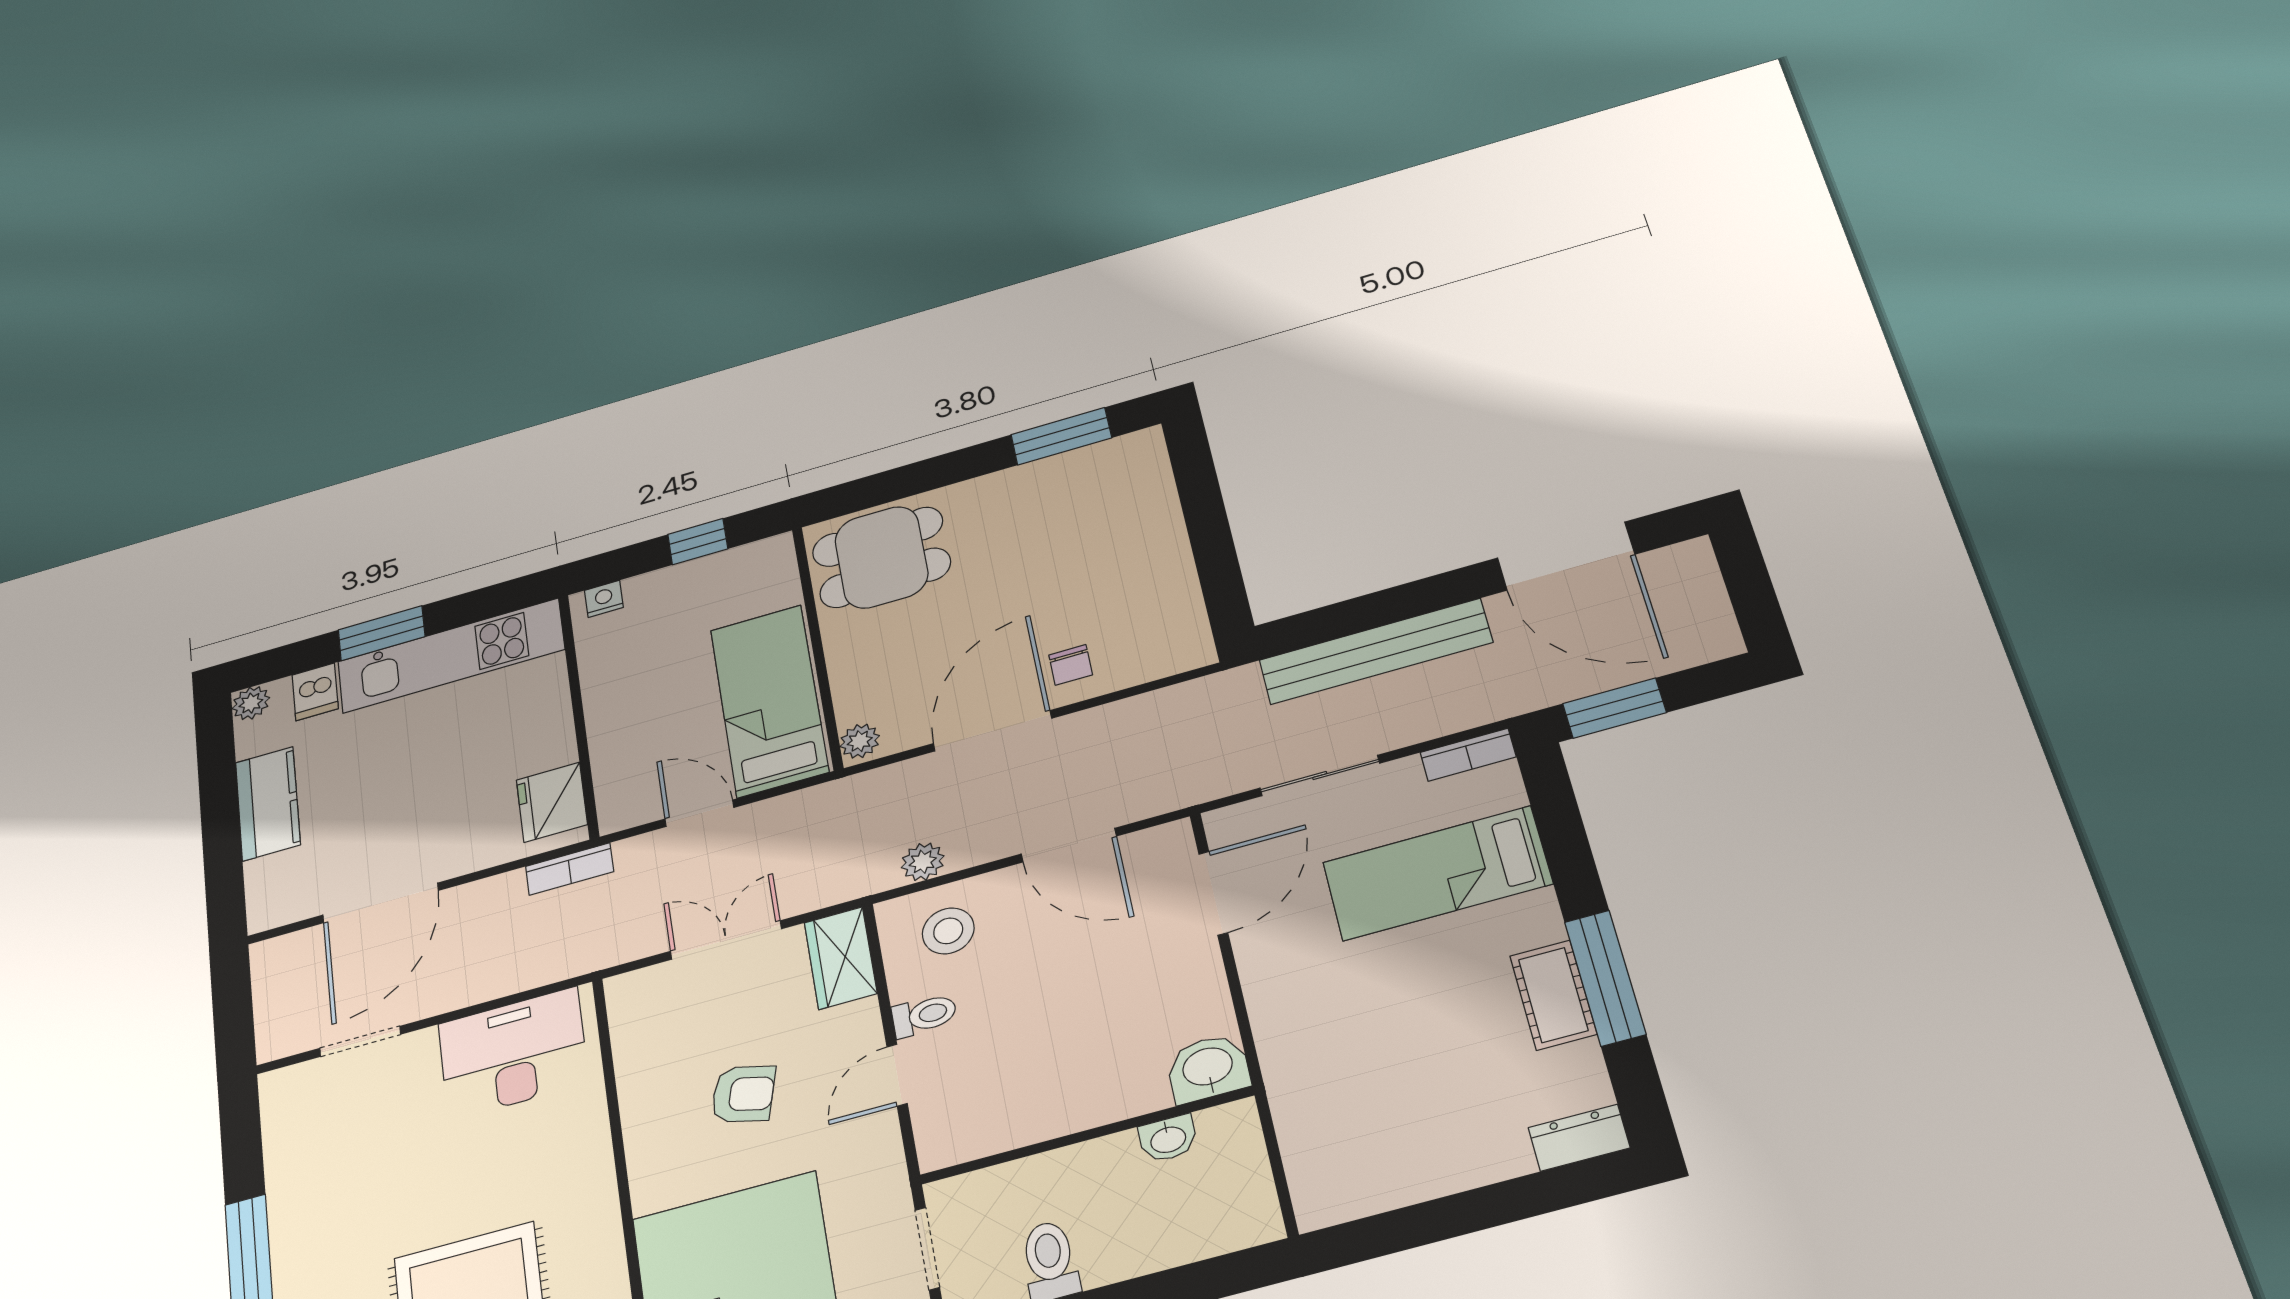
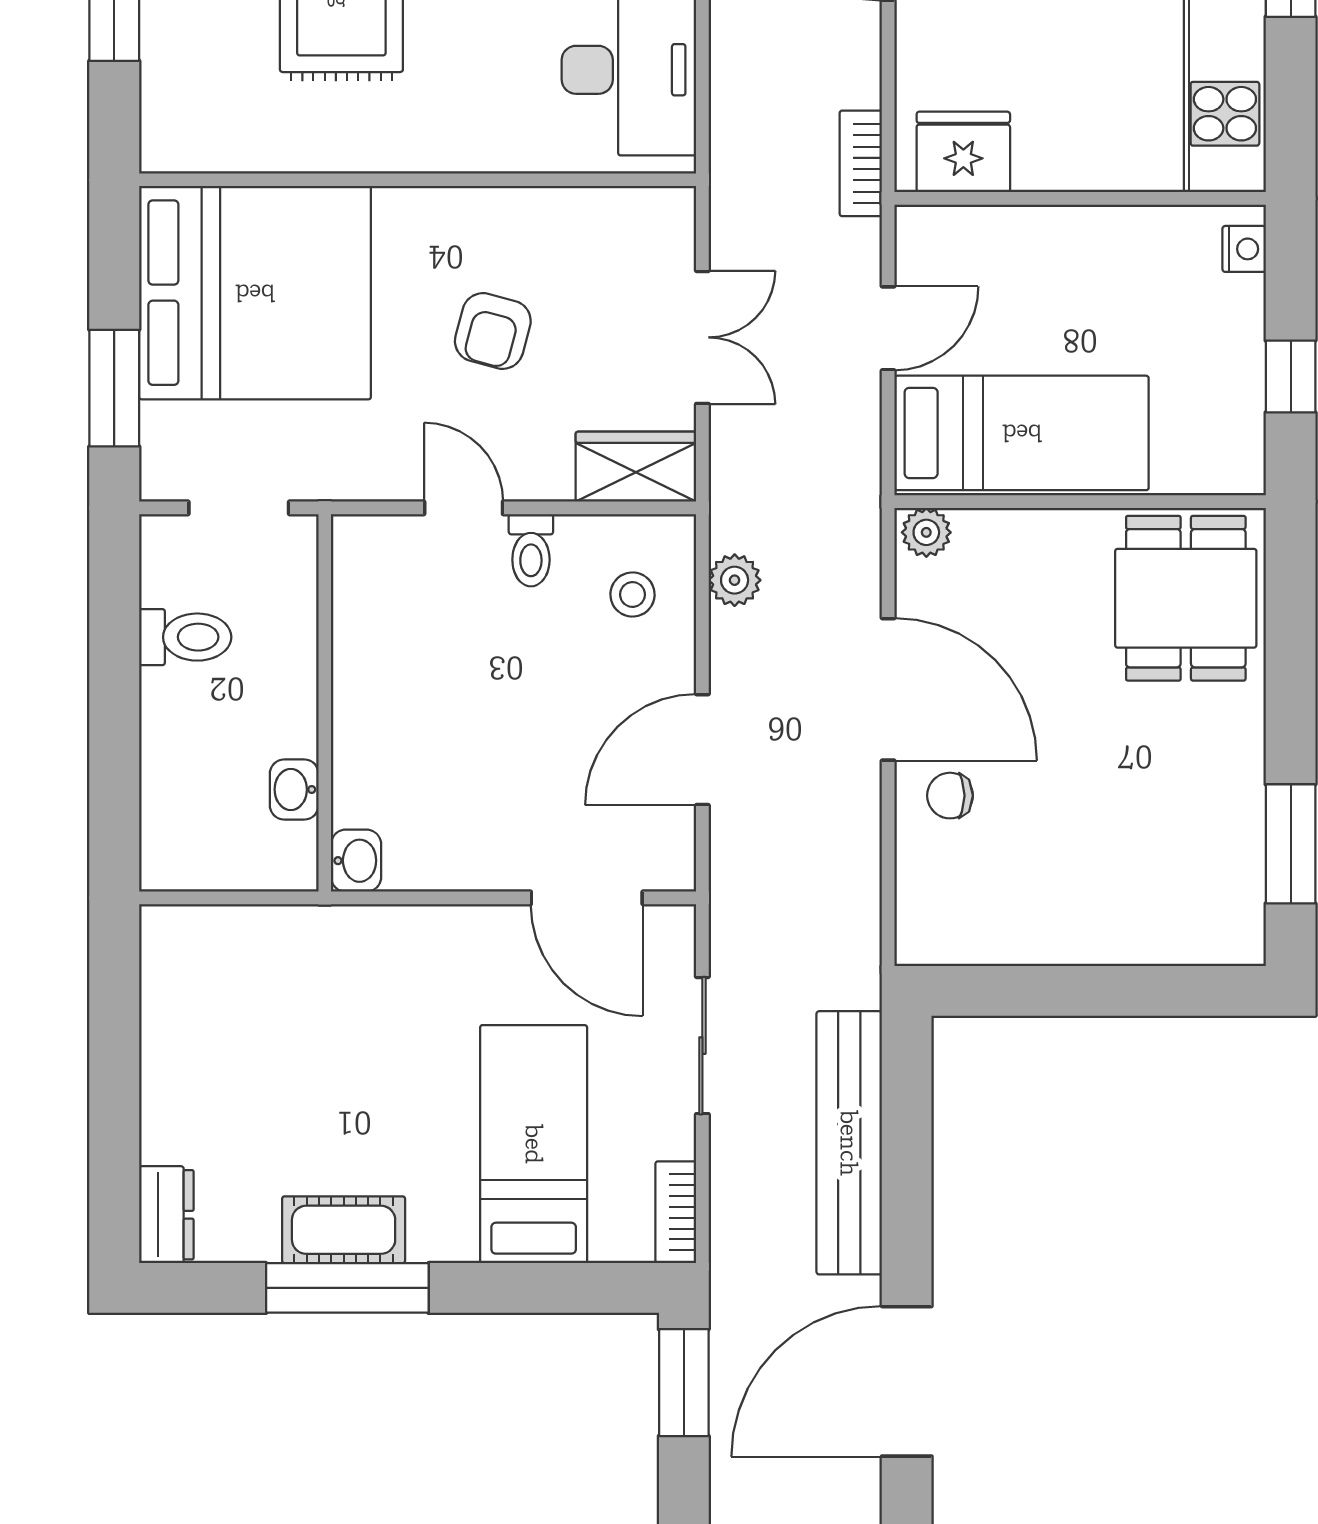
stool: (948, 931) -> (633, 595), width x0.73, depth x0.73
washbasin: (1208, 1068) -> (356, 861), width x0.72, depth x0.69

